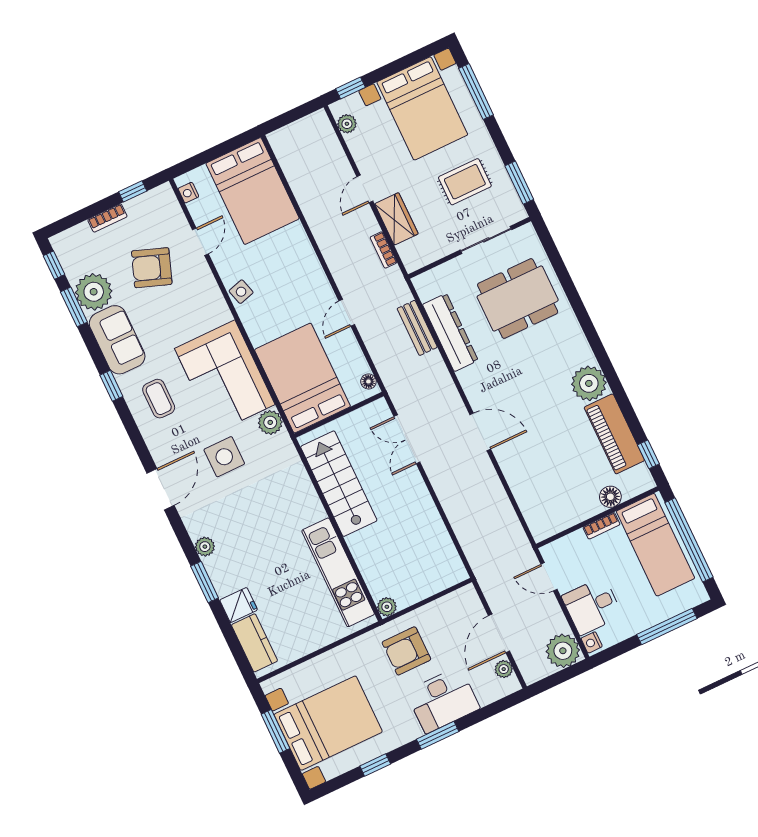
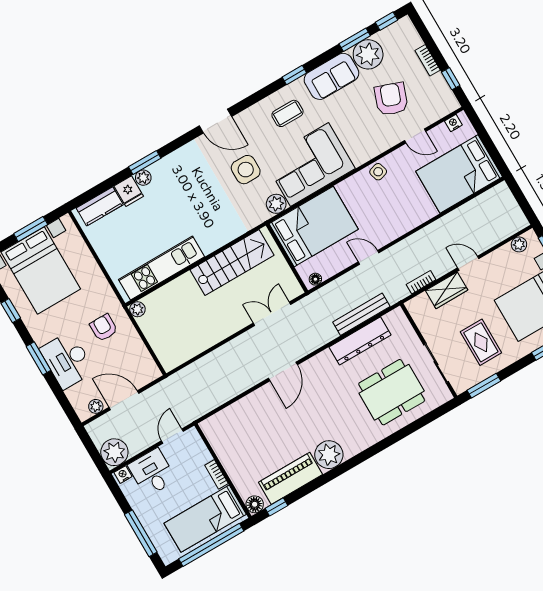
dining table: (518, 298) -> (392, 392), turned 90
bench: (417, 328) -> (361, 314), width x1.36
floor lamp: (610, 497) -> (255, 504), moved
plant: (205, 547) -> (143, 178), moved
armchair: (406, 651) -> (104, 328), width x0.72, depth x0.72

